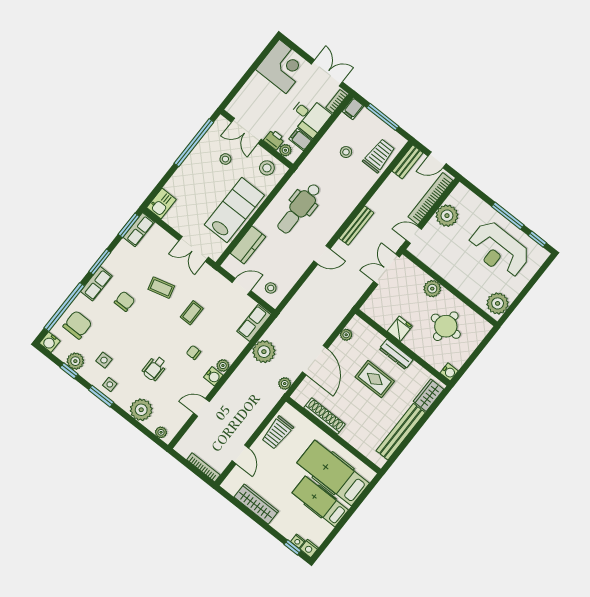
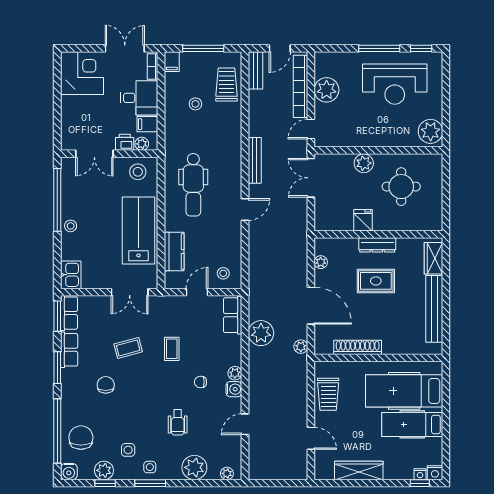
stool: (225, 159) -> (71, 226), moved
row of seats: (96, 284) -> (69, 350), moved
water cooler: (449, 372) -> (435, 224), removed
bookcase: (203, 467) -> (288, 475), removed

